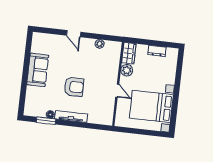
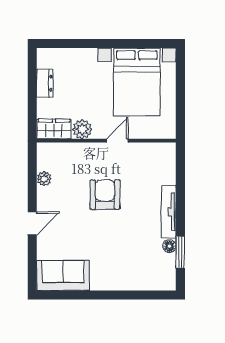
sofa: (38, 70) -> (63, 275), moved
armchair: (74, 87) -> (105, 195), moved

